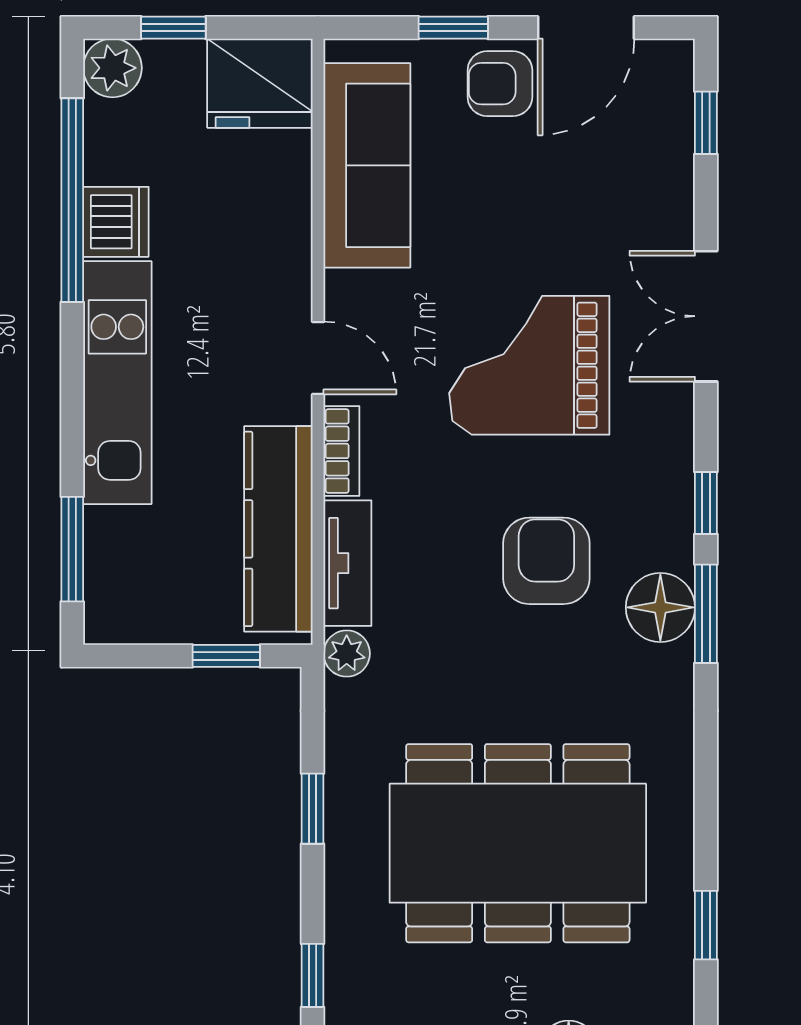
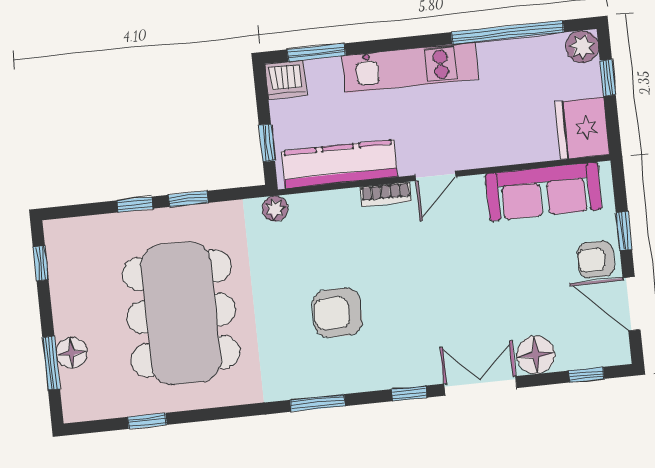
armchair: (500, 84) -> (596, 260), turned -90
dishwasher: (116, 222) -> (286, 80), moved
grand piano: (529, 365) -> (443, 292), removed
window: (706, 503) -> (409, 393), moved
armchair: (546, 561) -> (337, 313), turned 180
tv unit: (347, 563) -> (325, 204), removed
floor lamp: (660, 607) -> (536, 355), moved
window: (313, 975) -> (135, 204), moved

